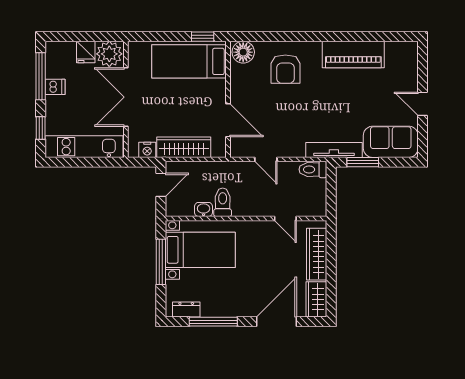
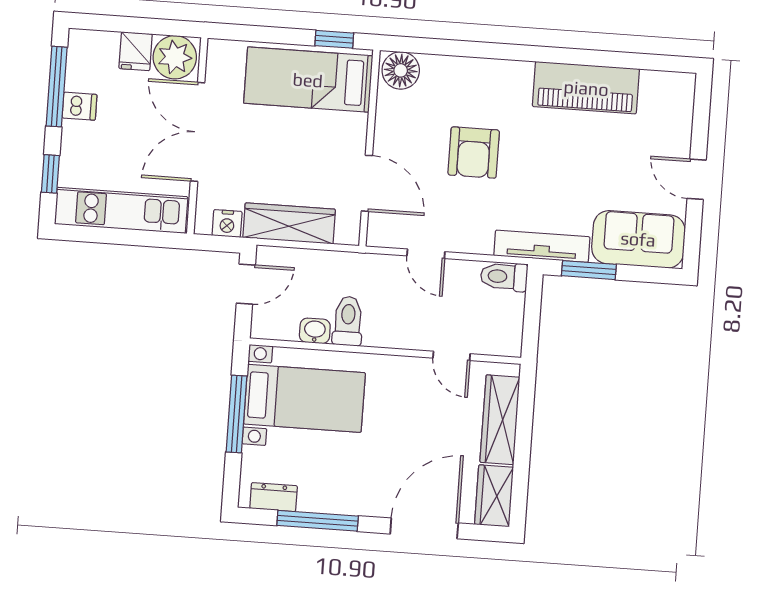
armchair: (285, 69) -> (474, 153), moved

